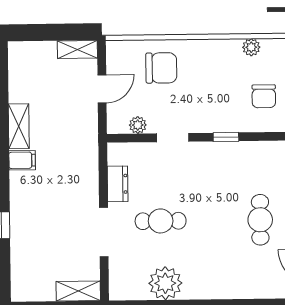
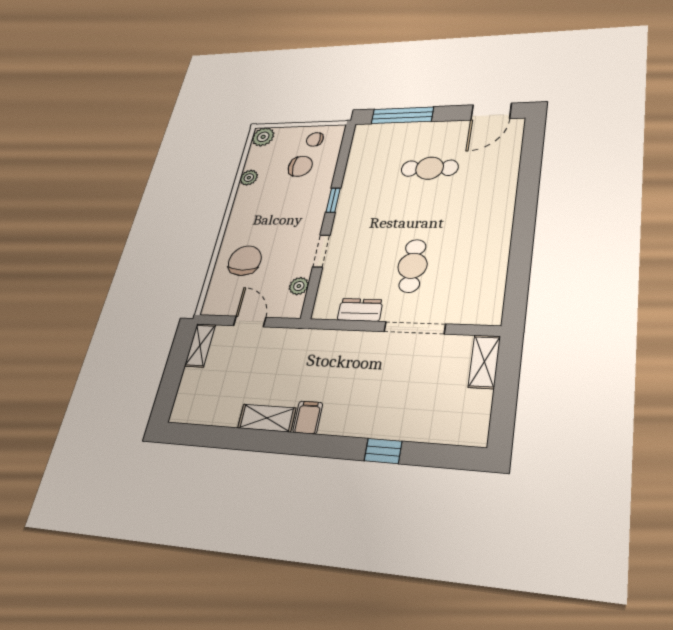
plant: (165, 283) -> (488, 263), removed

